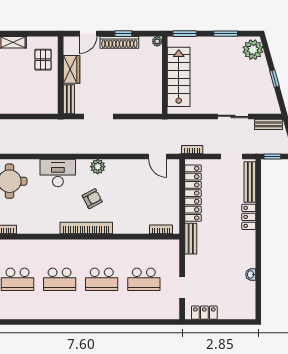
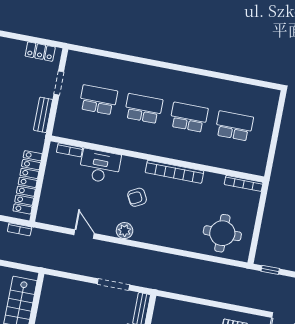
door: (158, 156) -> (84, 234), moved
desk: (58, 173) -> (100, 166), moved, turned 180
bookcase: (86, 228) -> (175, 172), moved
bench: (191, 239) -> (43, 115), moved

